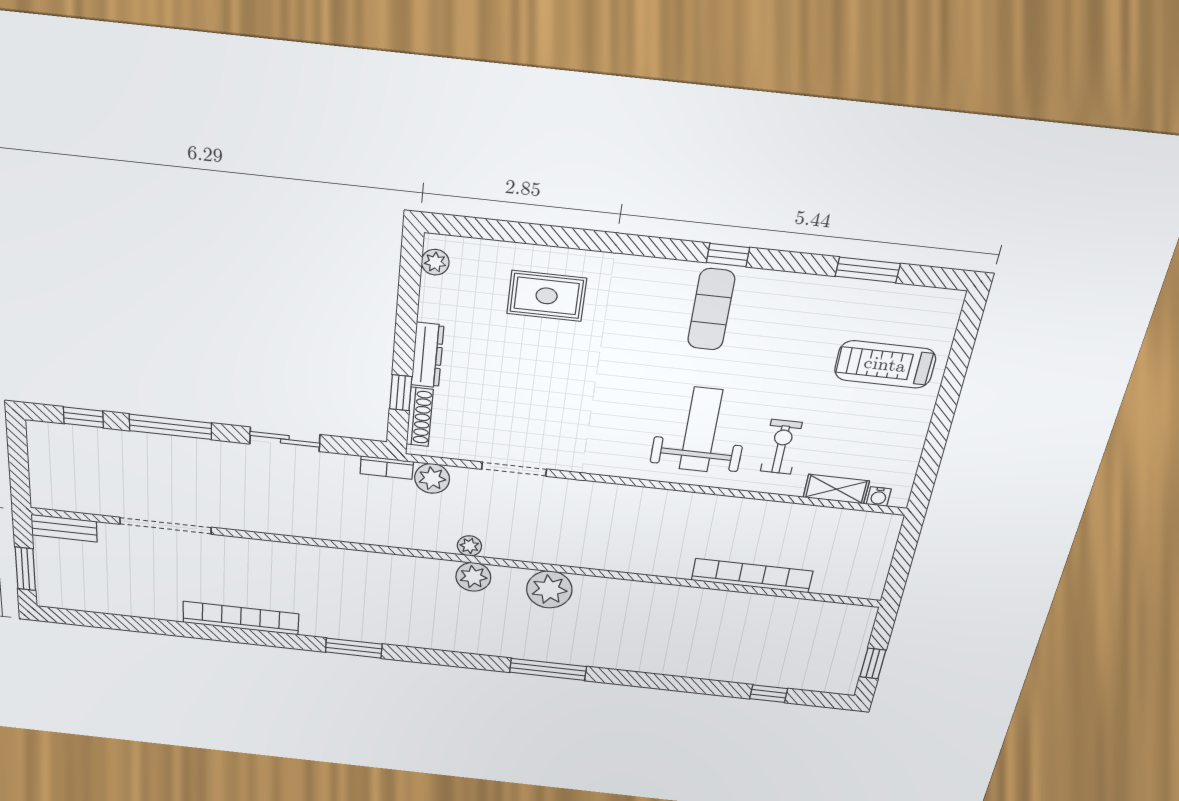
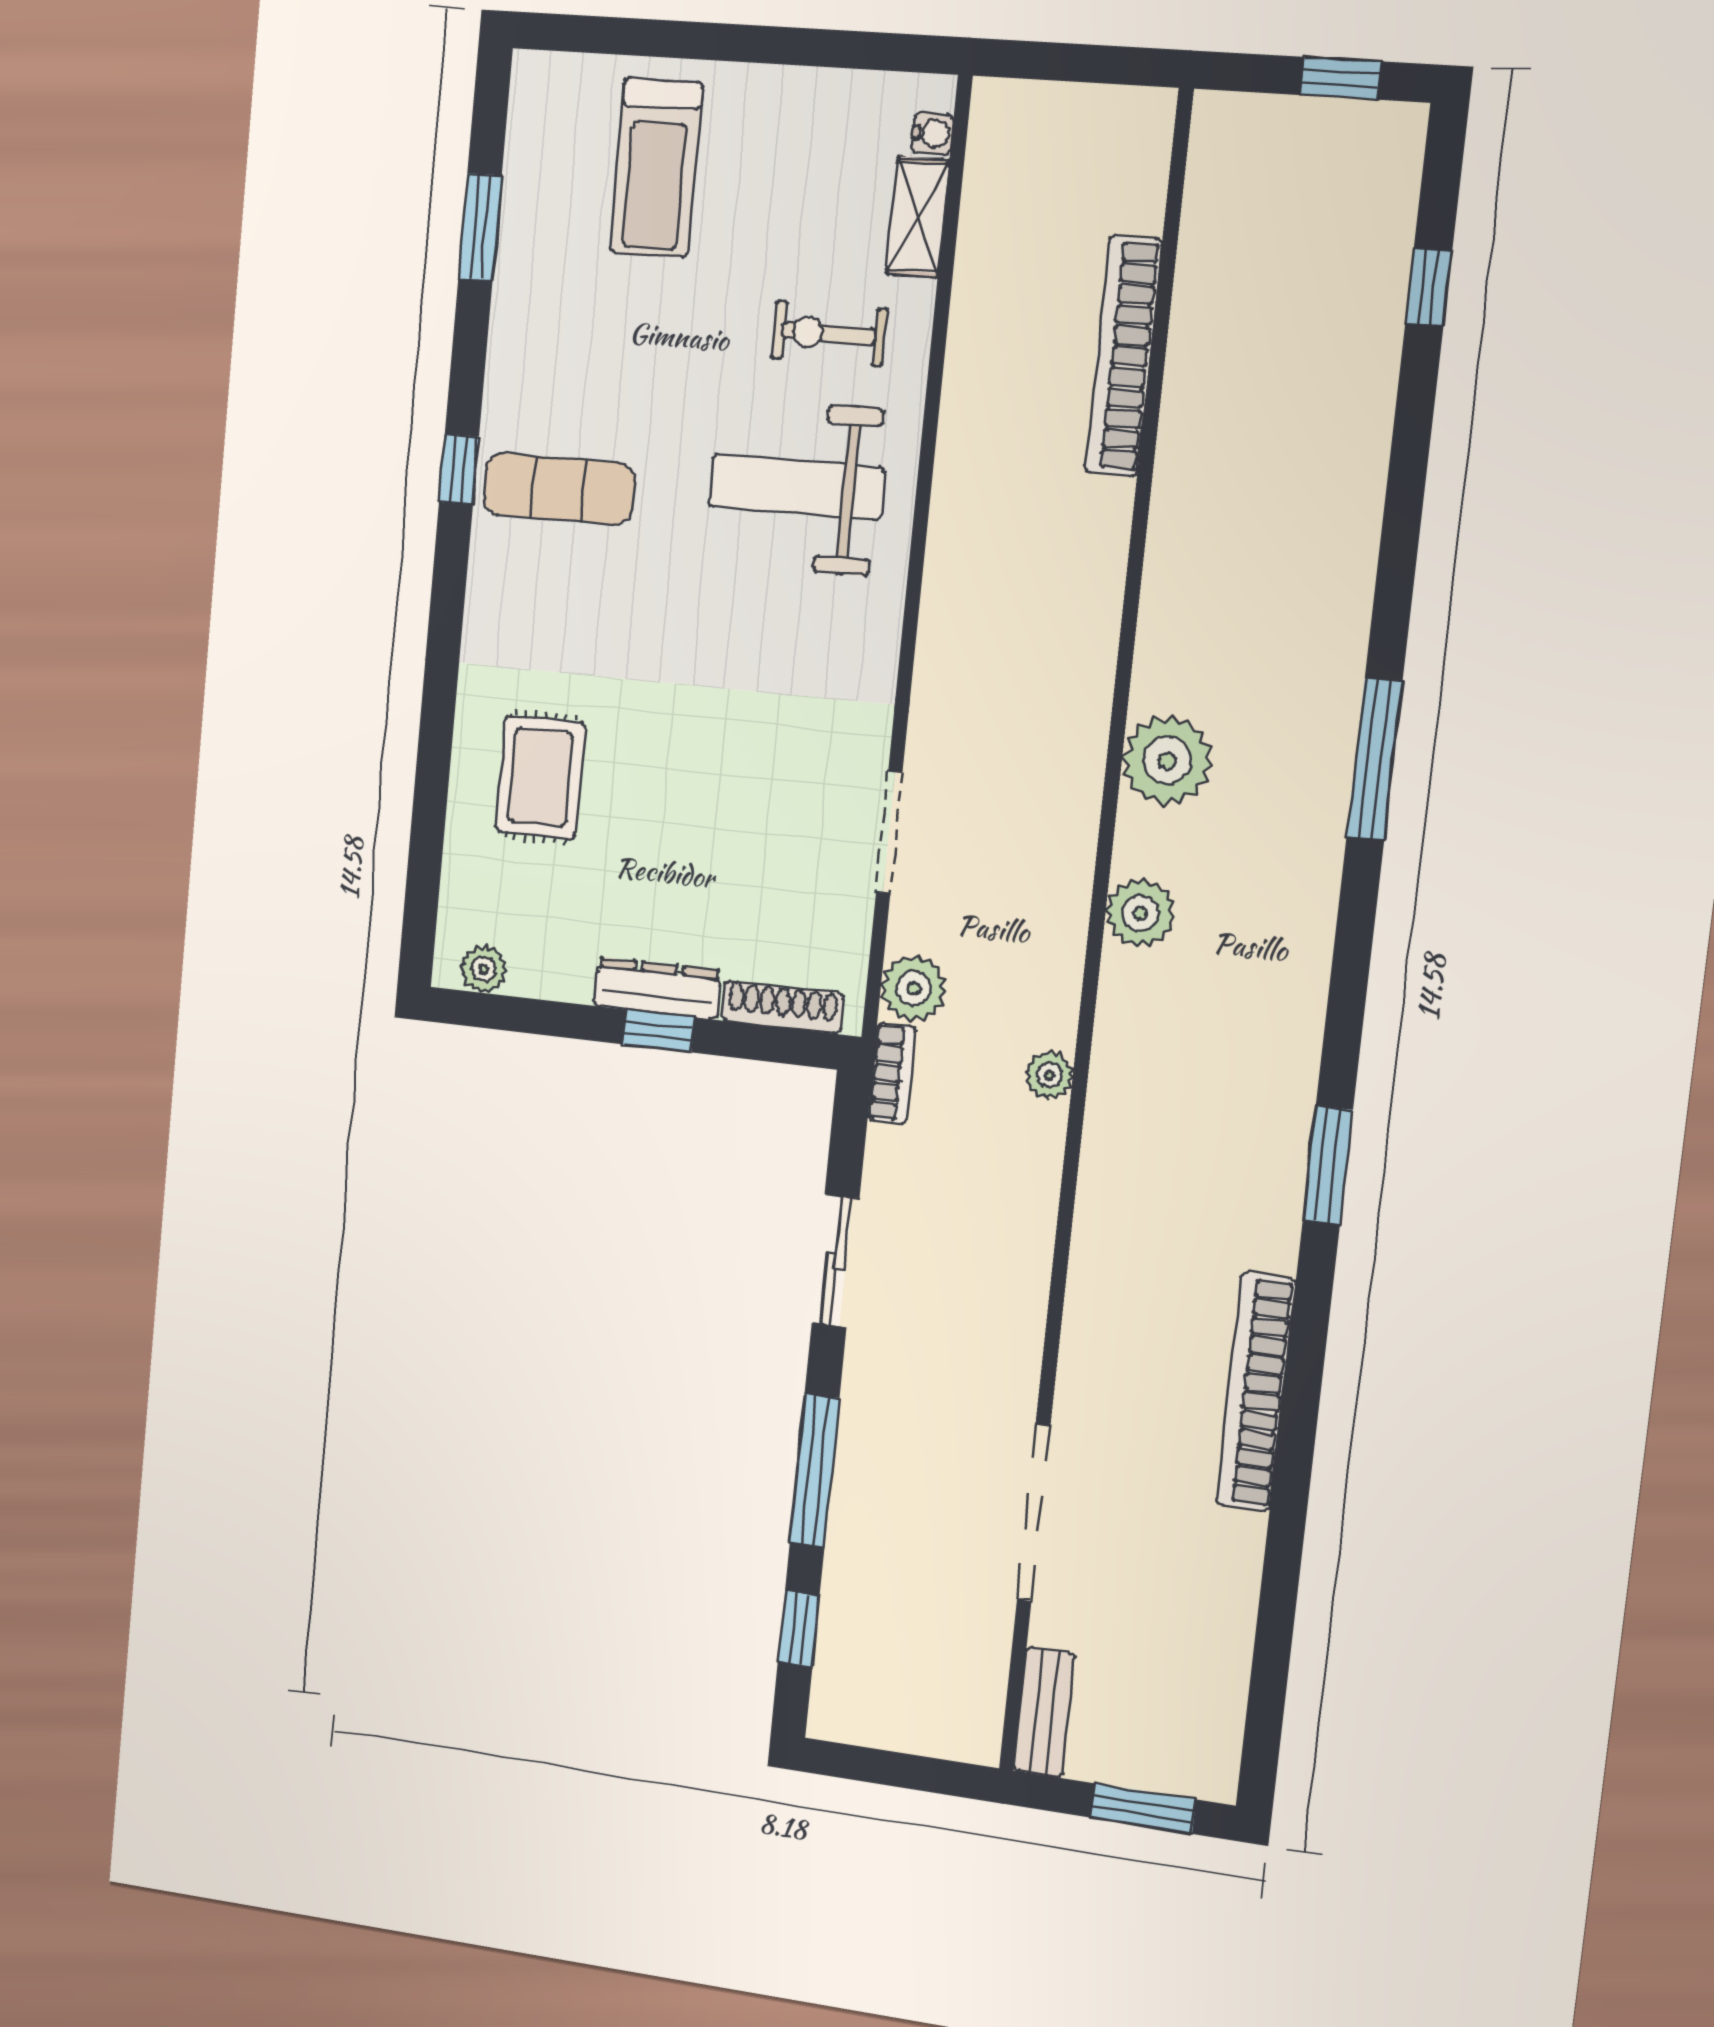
window: (401, 393) -> (659, 1031), moved
plant: (469, 546) -> (1049, 1075), moved

